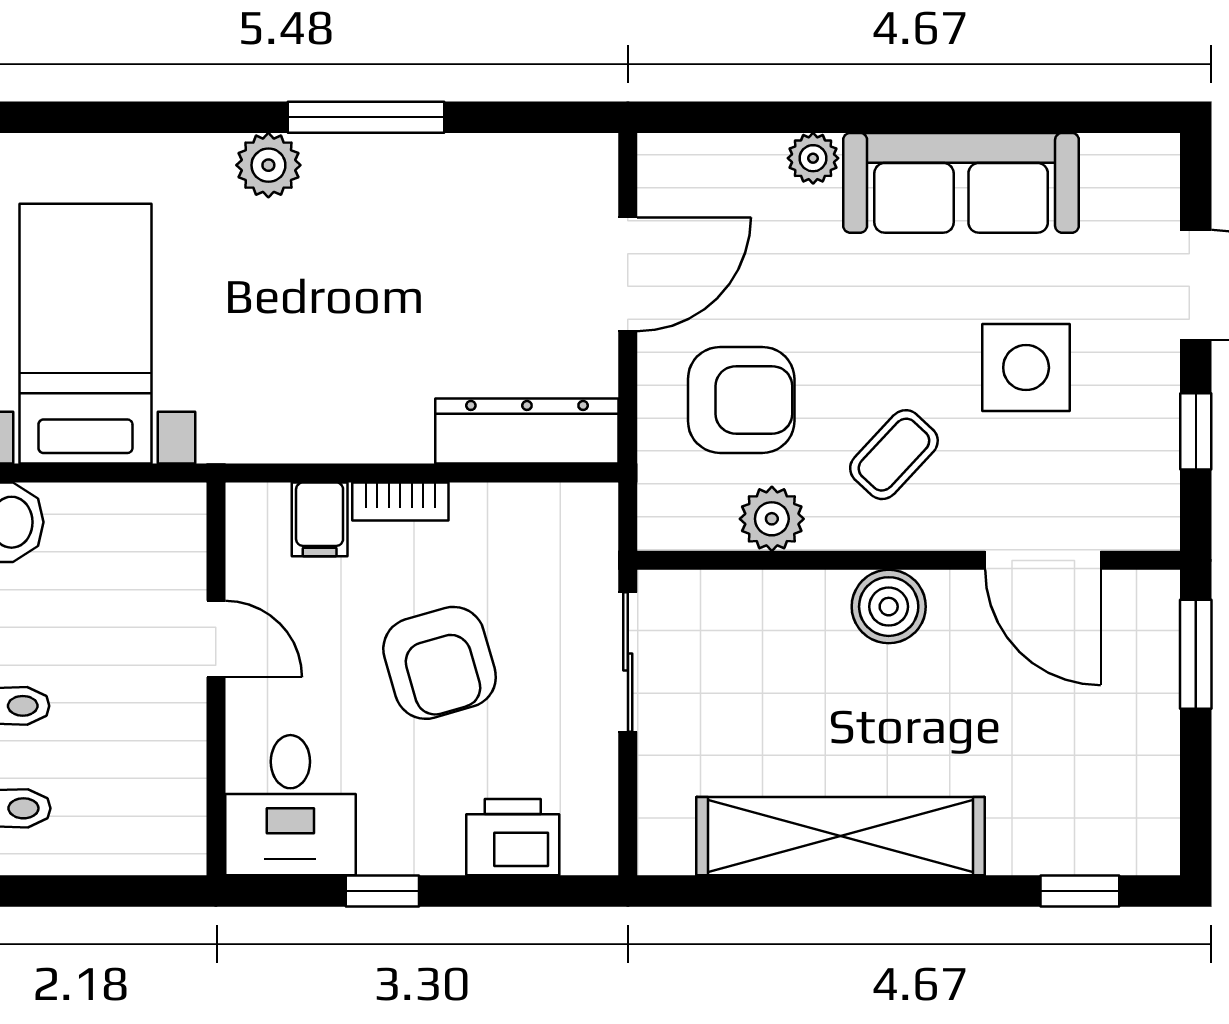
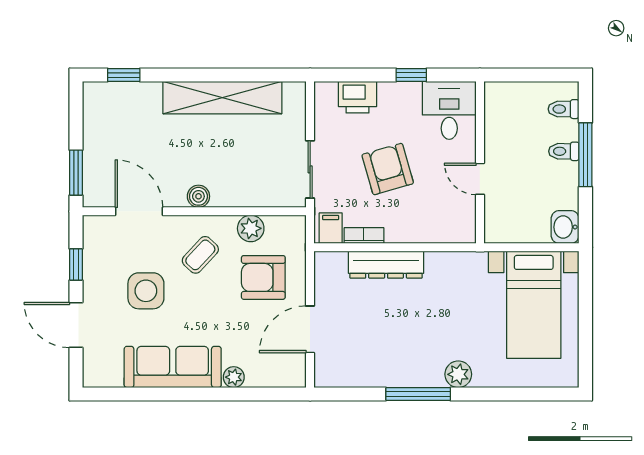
dresser: (527, 431) -> (386, 265), moved
bookcase: (400, 501) -> (364, 236), moved
filing cabinet: (320, 519) -> (331, 228), moved
boiler: (889, 607) -> (198, 196), width x0.73, depth x0.73

